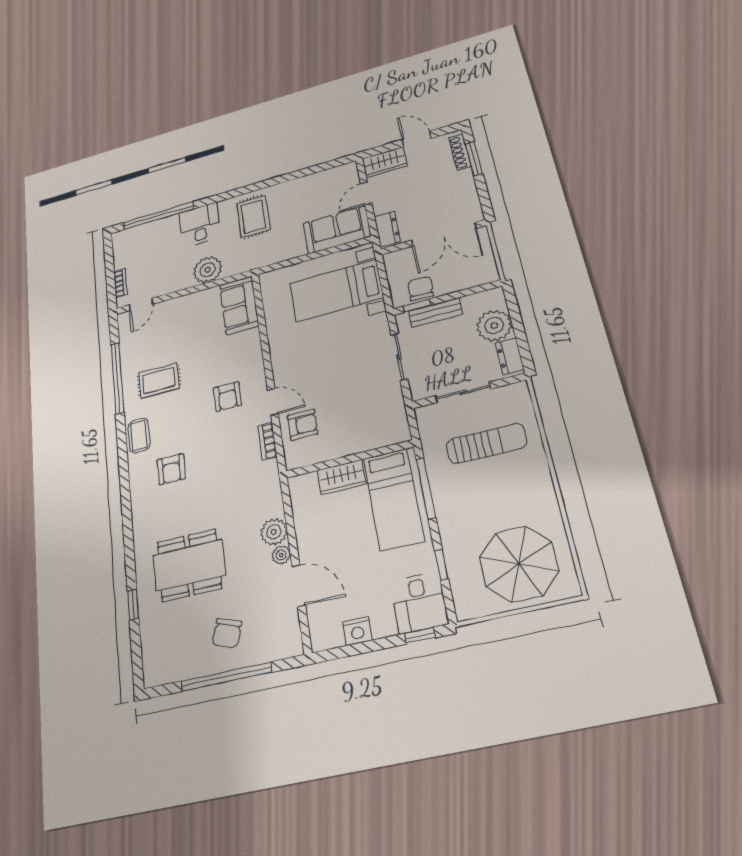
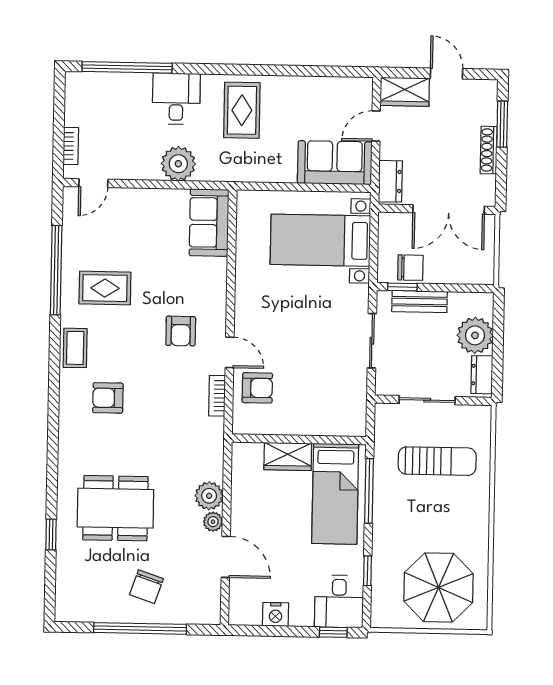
shoe rack: (460, 152) -> (489, 150), moved
chair: (421, 288) -> (410, 268), turned 87
armchair: (171, 469) -> (108, 398), turned 90

